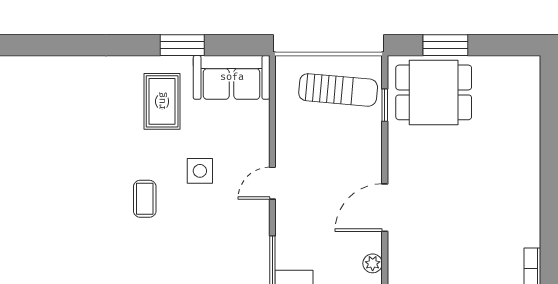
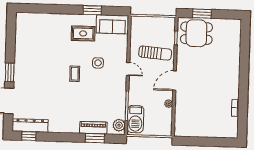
sun lounger: (338, 90) -> (155, 53), moved
rug: (162, 101) -> (83, 33), turned 90
door: (272, 183) -> (128, 69), swing flipped

